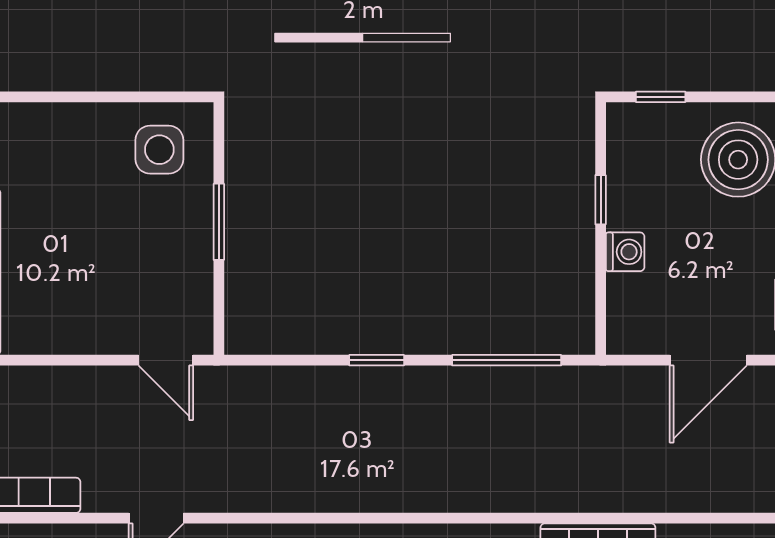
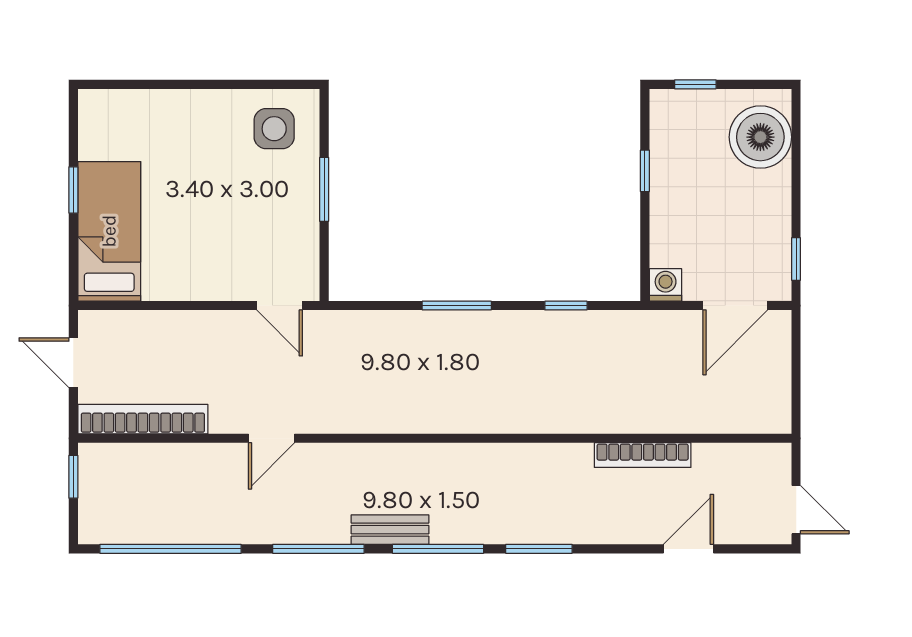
washing machine: (625, 252) -> (666, 285), moved, turned -90
window: (377, 360) -> (457, 306), width x1.50
window: (507, 360) -> (566, 306), width x0.46

